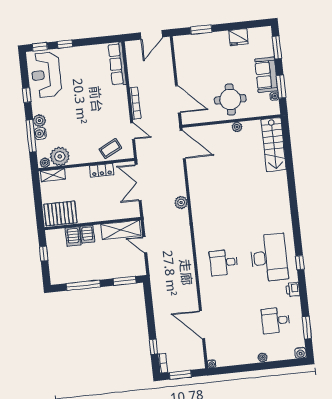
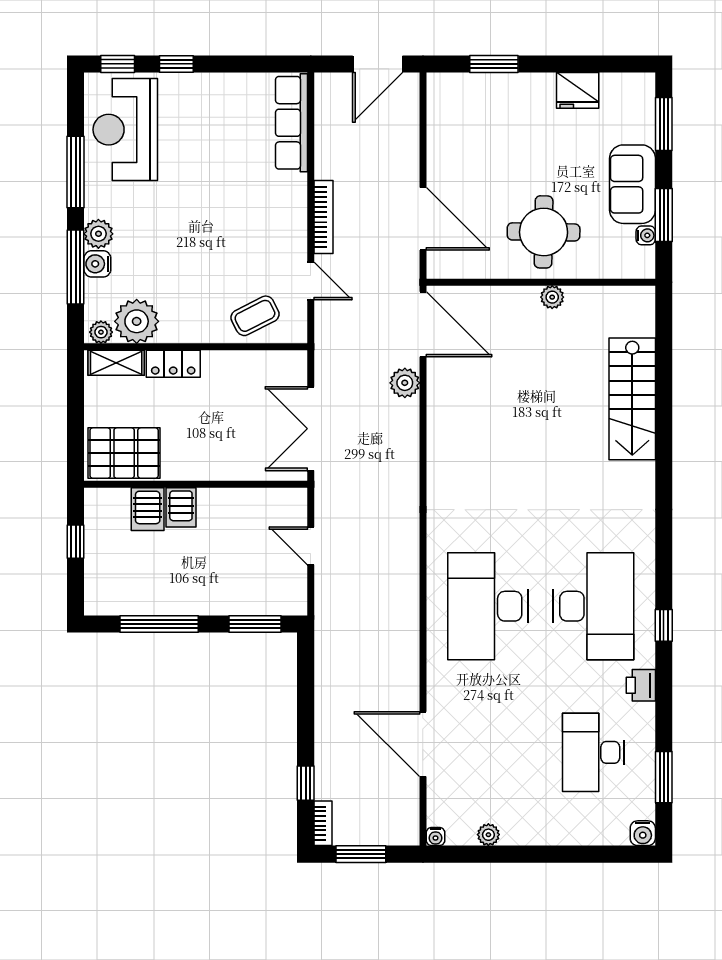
window: (27, 95) -> (76, 172), width x2.17
stairs: (274, 145) -> (632, 399), moved
locker: (102, 170) -> (173, 364), moved
double door: (138, 182) -> (311, 429), moved
plant: (181, 202) -> (405, 383), moved
shelving: (121, 230) -> (259, 506), removed
desk: (224, 263) -> (488, 606), width x1.87, depth x1.30
desk: (276, 320) -> (594, 752), width x1.37
plant: (263, 358) -> (488, 835), moved

